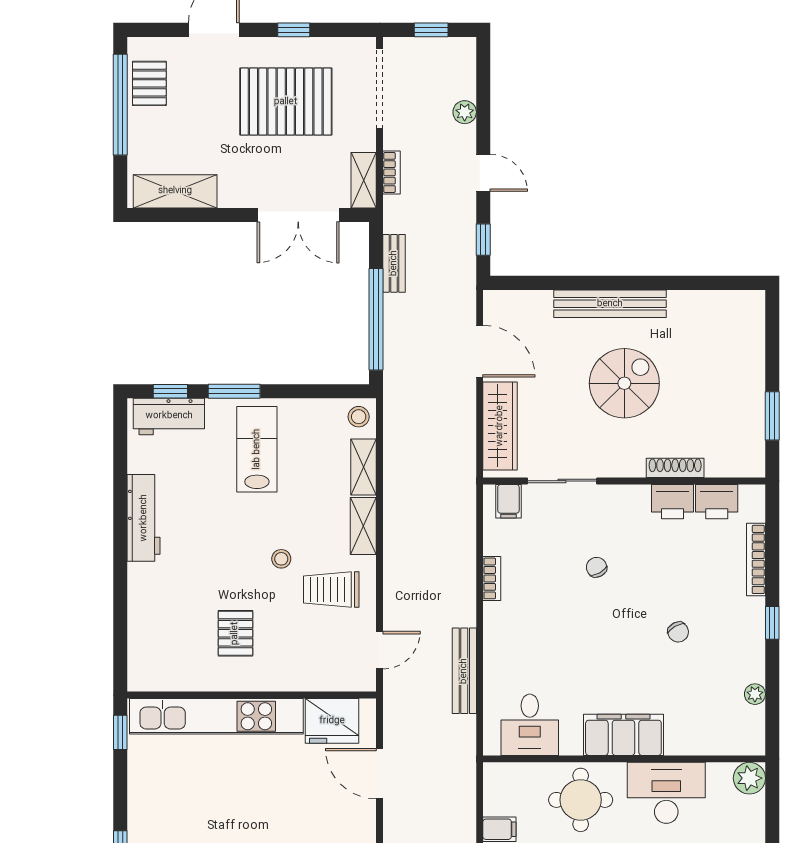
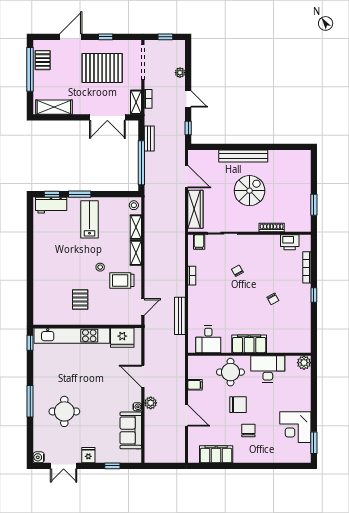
printer: (673, 502) -> (270, 242), removed
workbench: (144, 518) -> (40, 249), removed
plant: (755, 694) -> (306, 326), removed
door: (380, 774) -> (143, 376), moved

